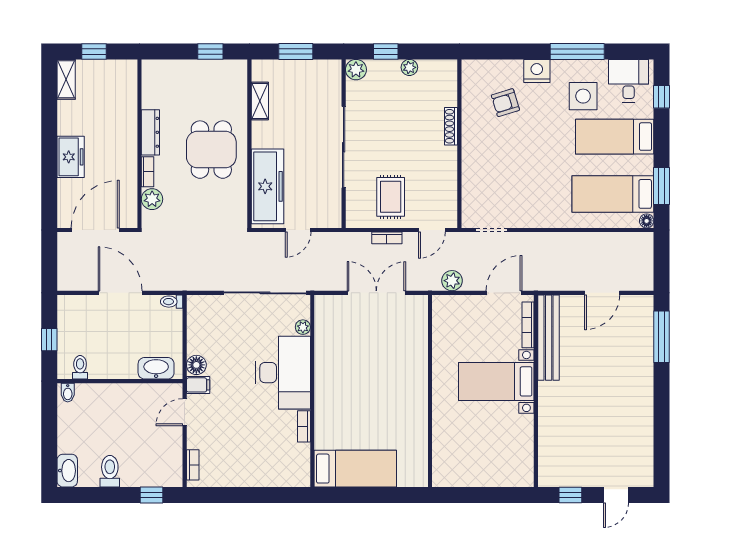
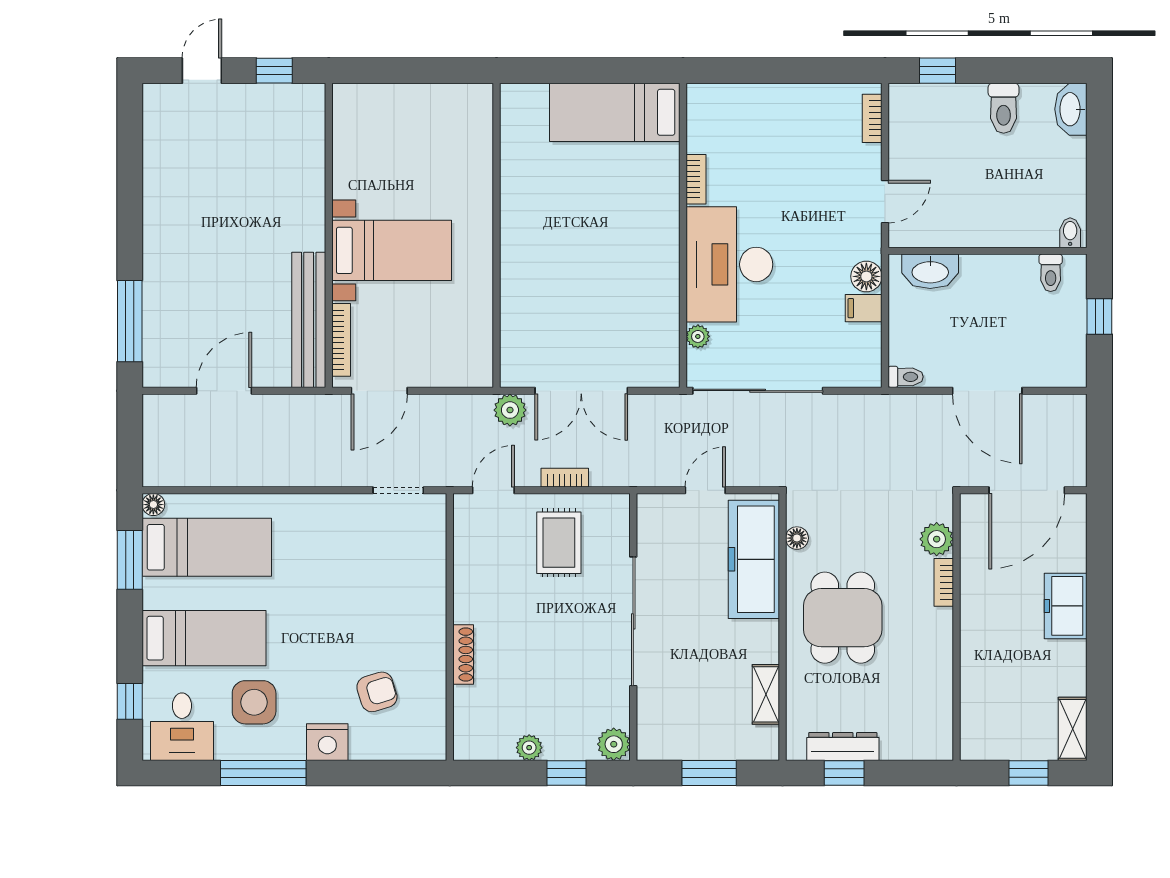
dresser: (150, 132) -> (843, 747), moved, turned 90
floor lamp: (240, 200) -> (797, 538), added
plant: (452, 281) -> (510, 410), moved
filing cabinet: (198, 385) -> (864, 308), moved

